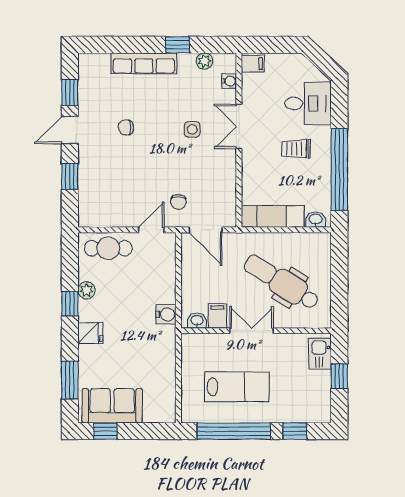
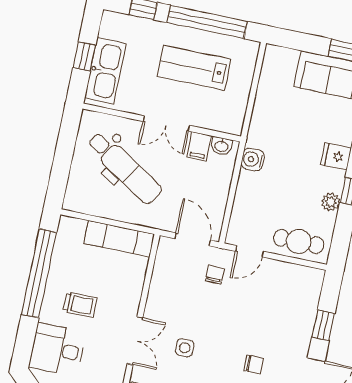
washbasin: (315, 219) -> (75, 226), removed
kitchen sink: (320, 354) -> (105, 71), width x1.88, depth x1.24

